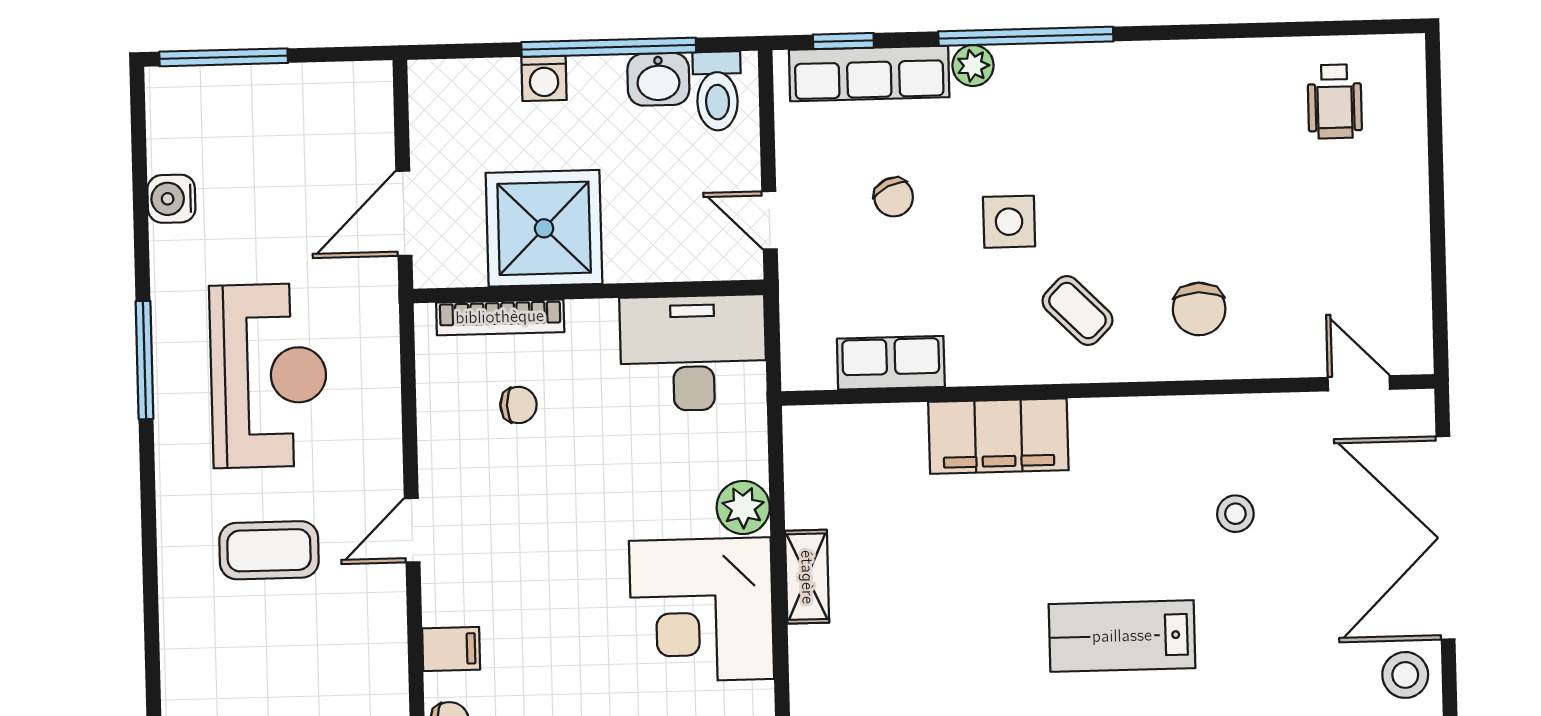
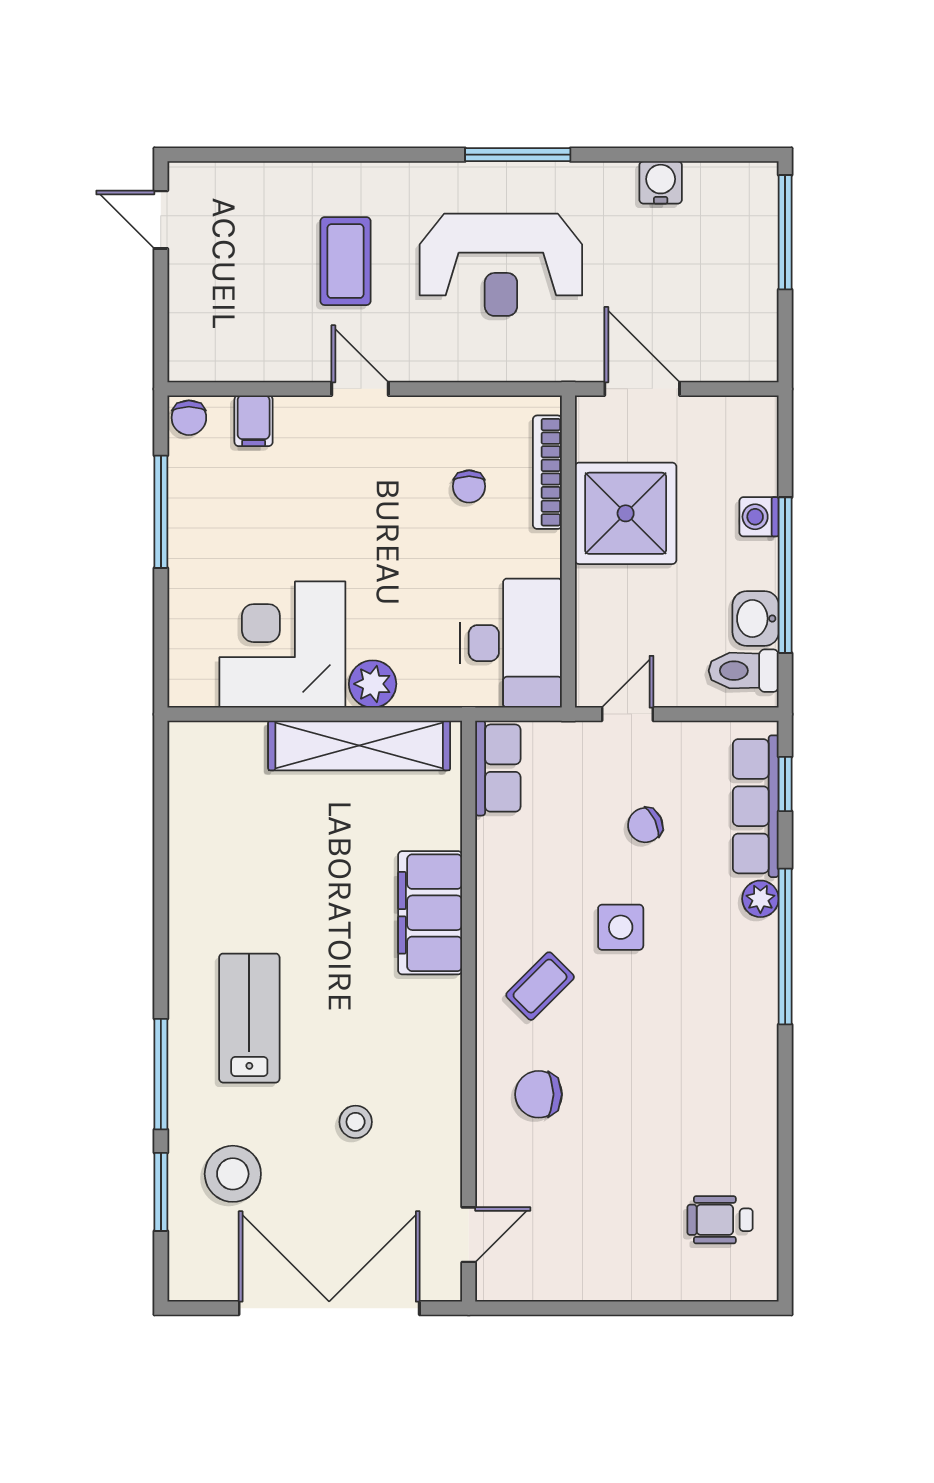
row of seats: (891, 363) -> (498, 768), moved
shelving: (807, 577) -> (359, 745), width x2.20, depth x1.33
stool: (1405, 675) -> (233, 1174), moved, width x1.38, depth x1.38

